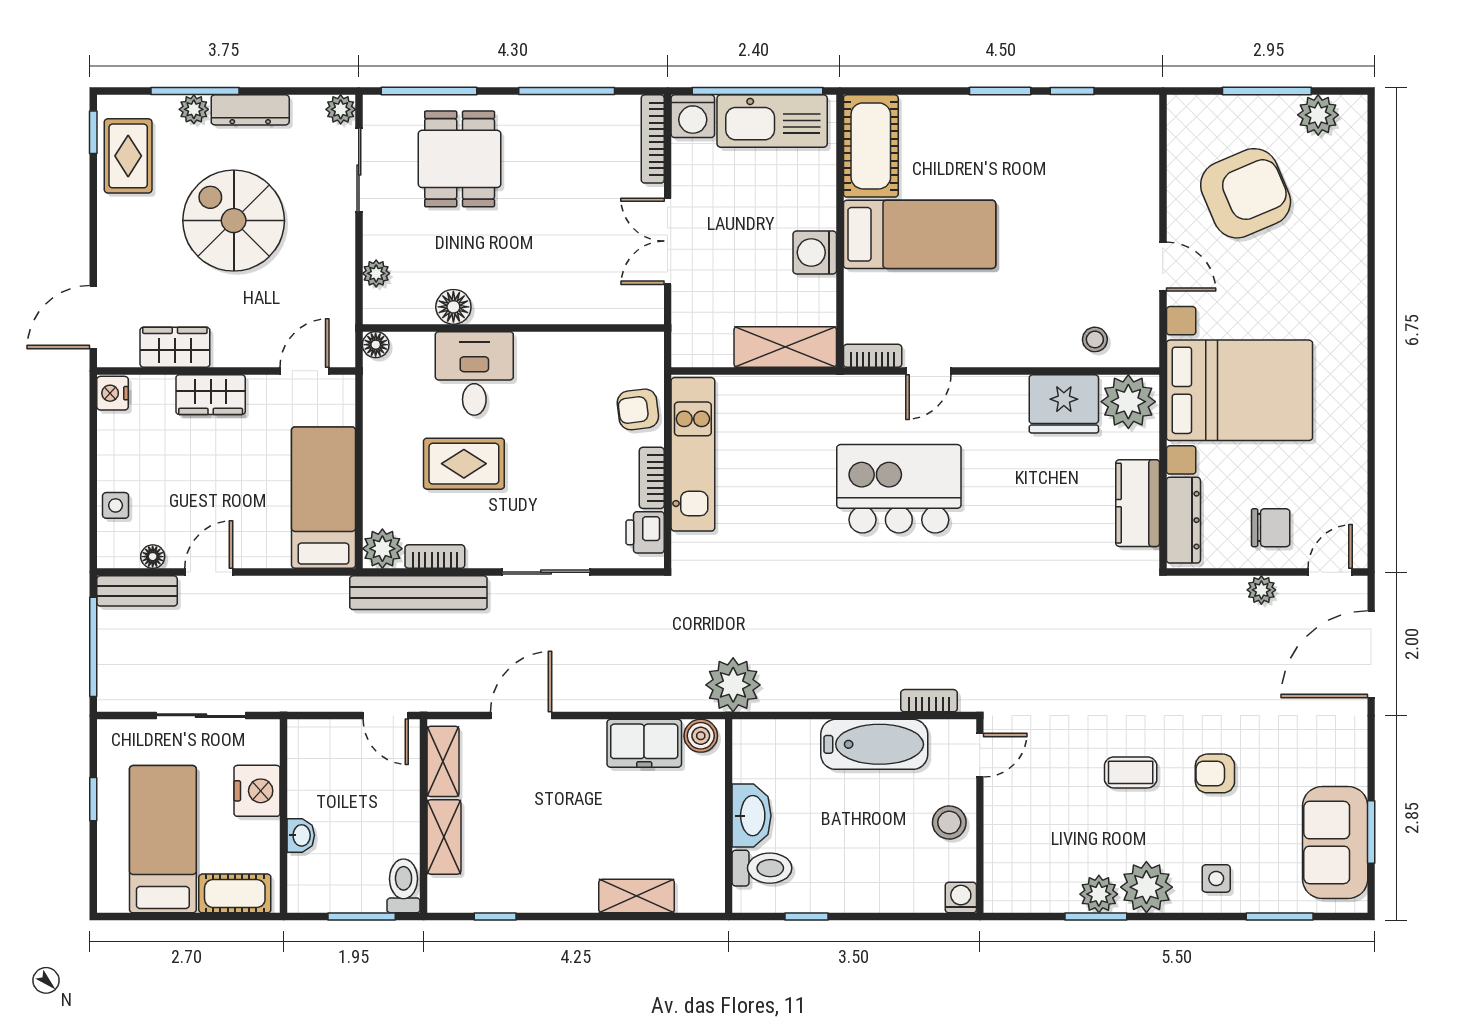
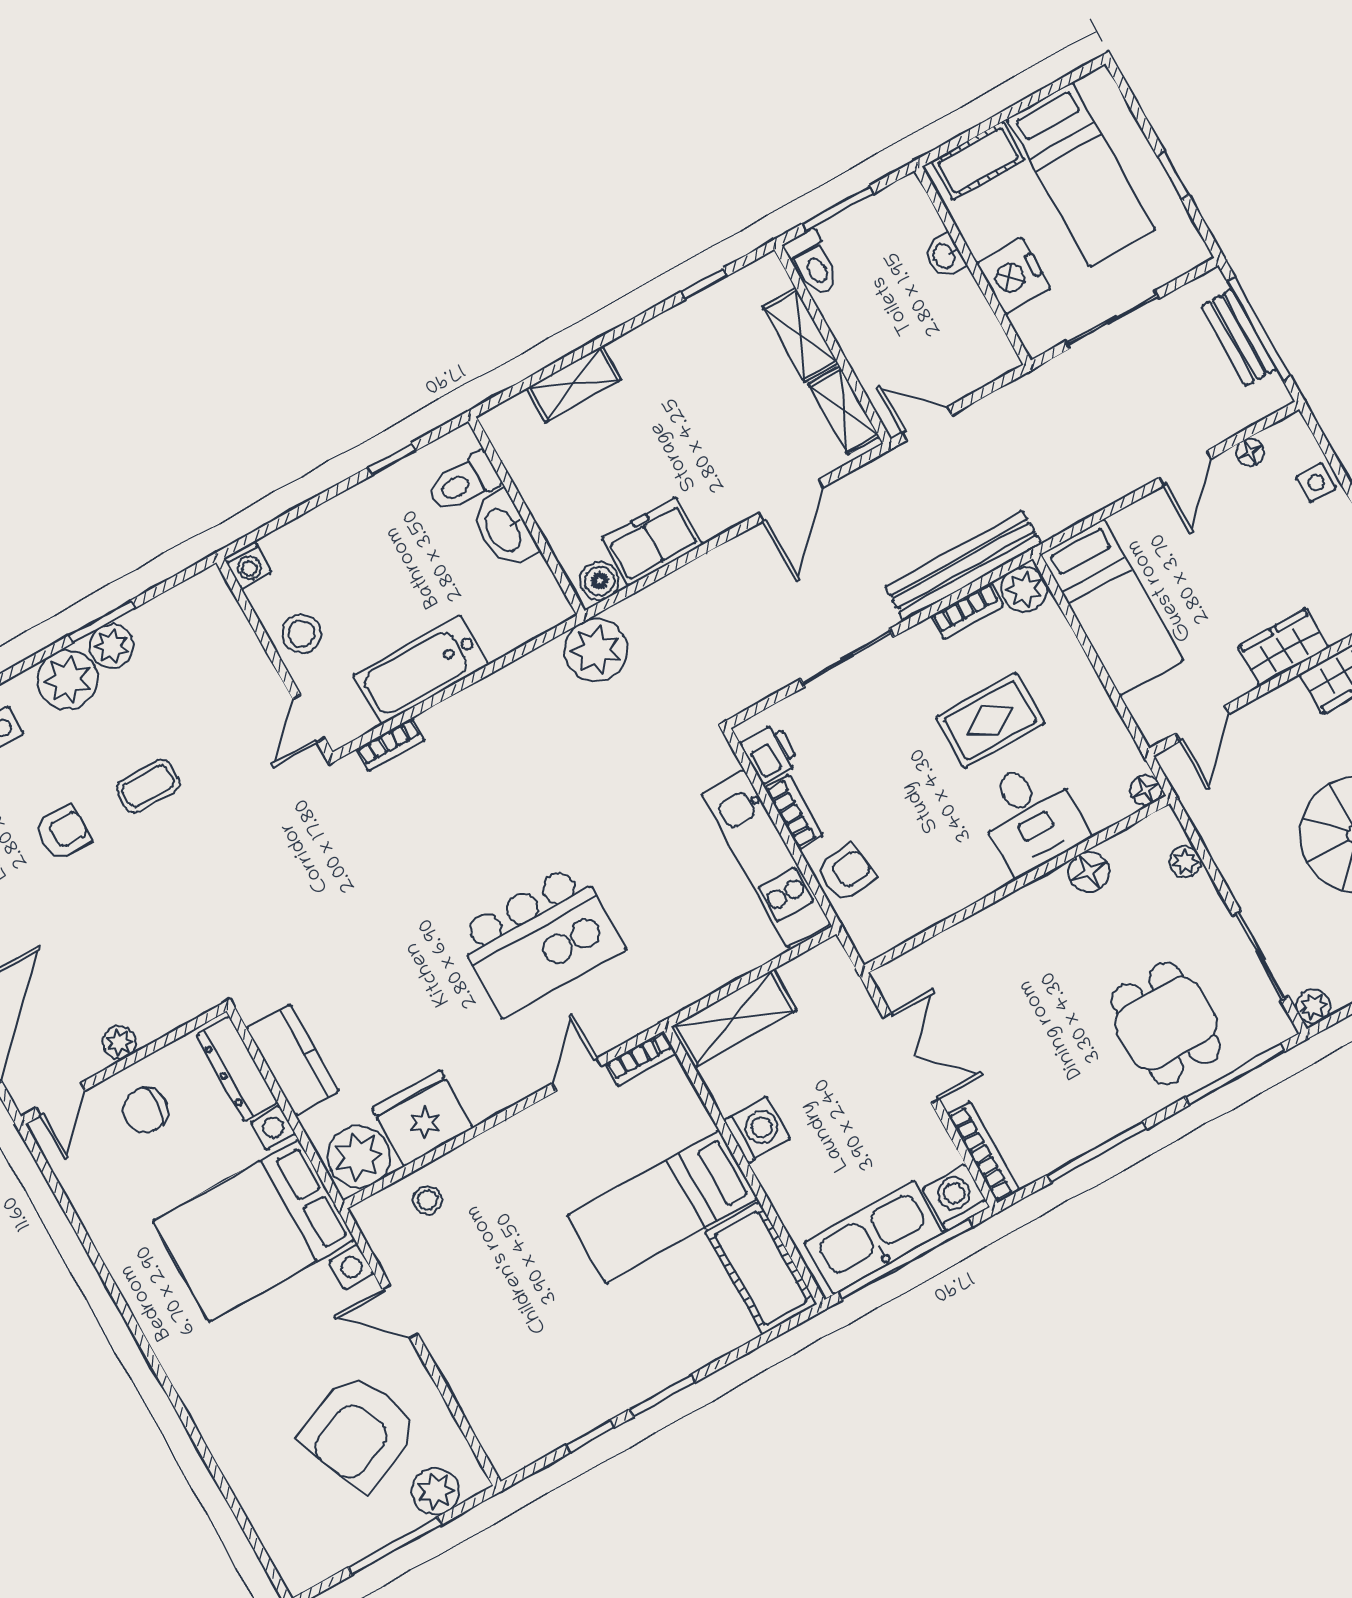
plant: (1318, 115) -> (436, 1491), moved
bench: (137, 591) -> (1239, 337), moved, turned 90

